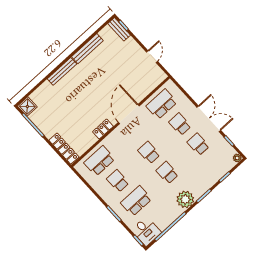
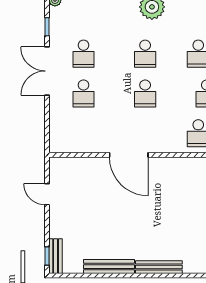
door: (152, 57) -> (47, 194), hinge flipped
school desk: (162, 104) -> (84, 133), removed
door: (129, 114) -> (129, 155), hinge flipped
locker: (103, 129) -> (171, 164), removed

